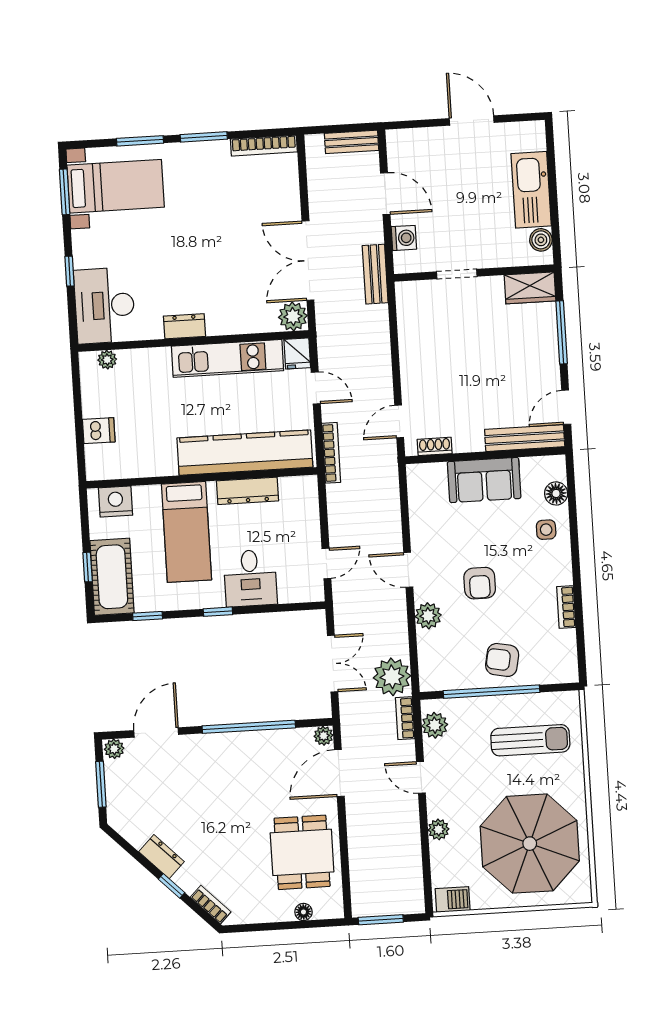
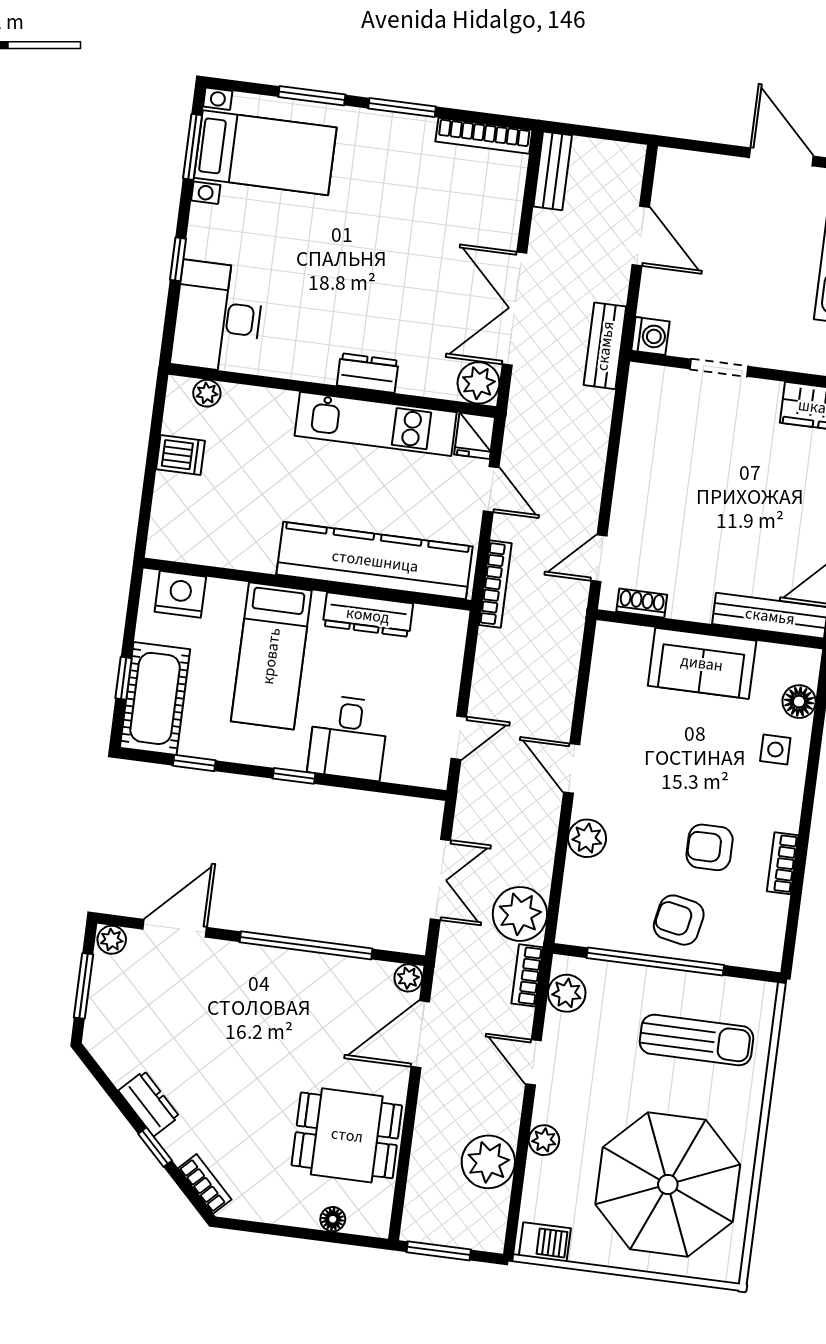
bench: (352, 142) -> (553, 171), moved, turned 90
washing machine: (404, 238) -> (650, 336), moved
dresser: (184, 326) -> (368, 373), moved
dishwasher: (99, 431) -> (180, 455), moved
armchair: (480, 583) -> (710, 847), moved, turned 90
dining table: (302, 852) -> (347, 1135), turned 90
plant: (403, 852) -> (488, 1162), added

